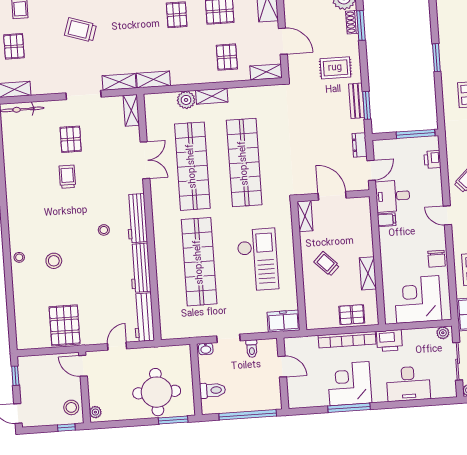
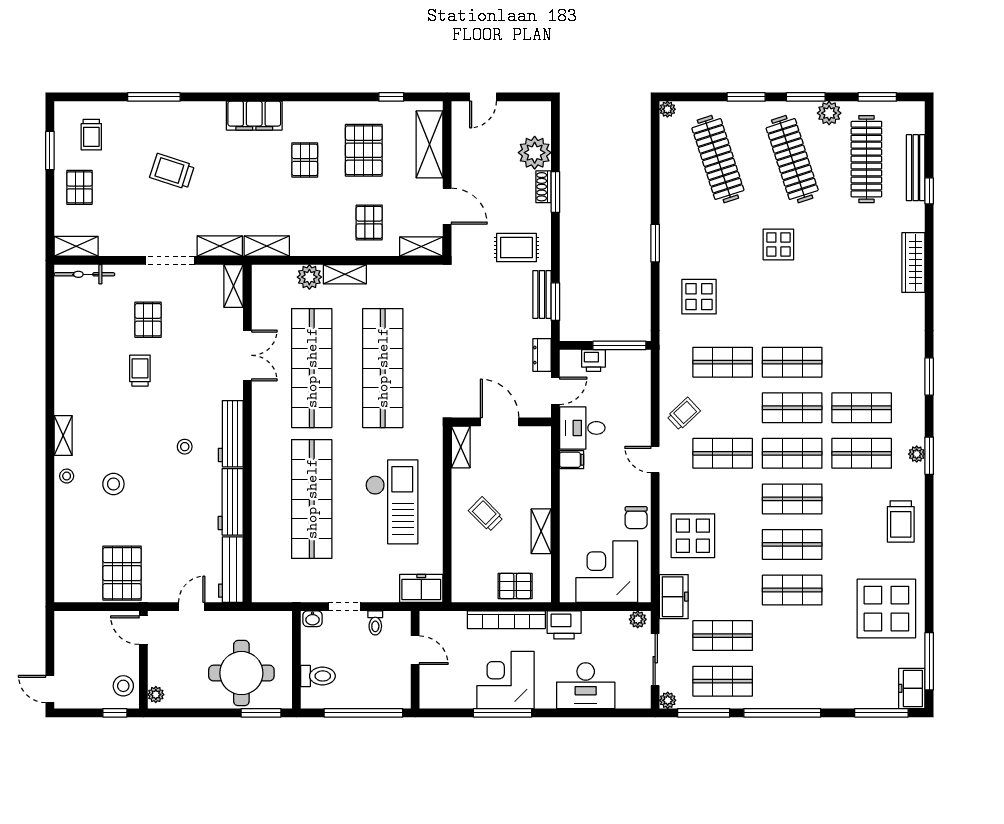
printer: (432, 159) -> (594, 360), moved, turned -90
shelving: (15, 228) -> (63, 436), added
window: (15, 376) -> (50, 637), removed

